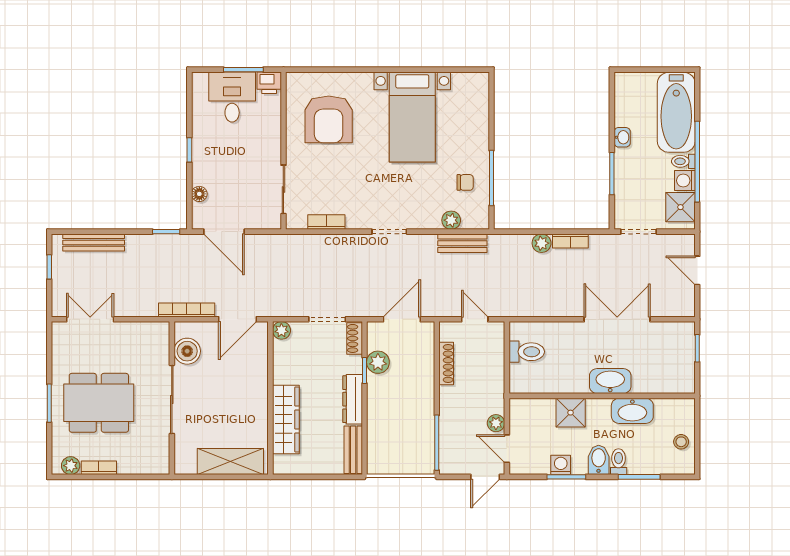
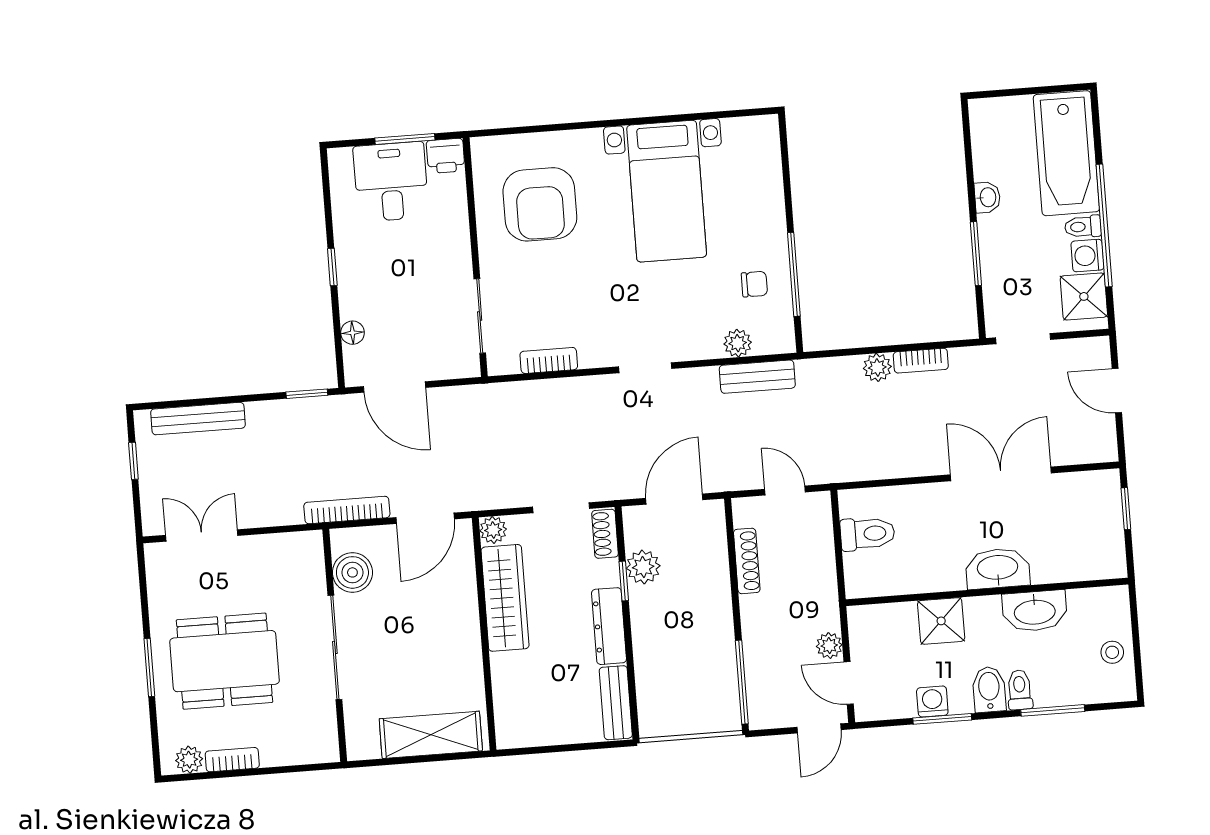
wardrobe: (286, 419) -> (505, 598), moved

